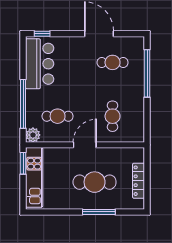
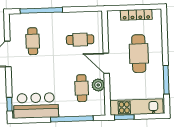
plant: (33, 135) -> (98, 85), moved
window: (99, 212) -> (166, 80), moved

